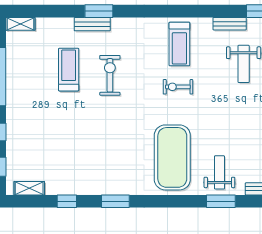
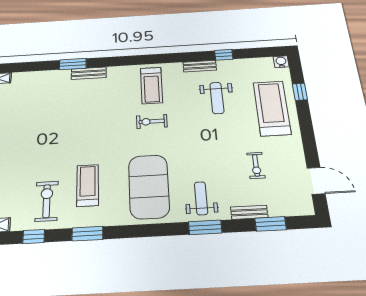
bench: (92, 24) -> (89, 73), moved
treadmill: (69, 70) -> (88, 185), moved
exercise bike: (110, 75) -> (47, 201), moved

